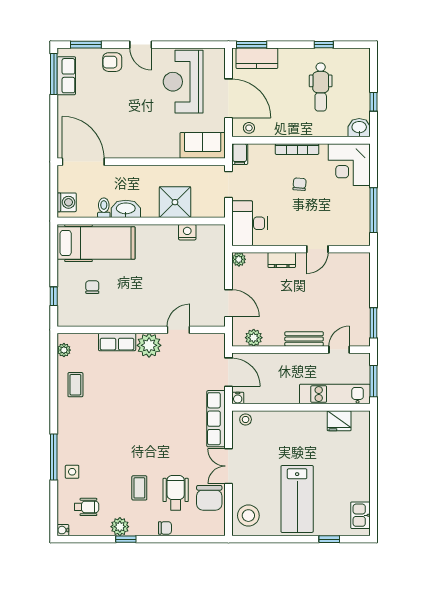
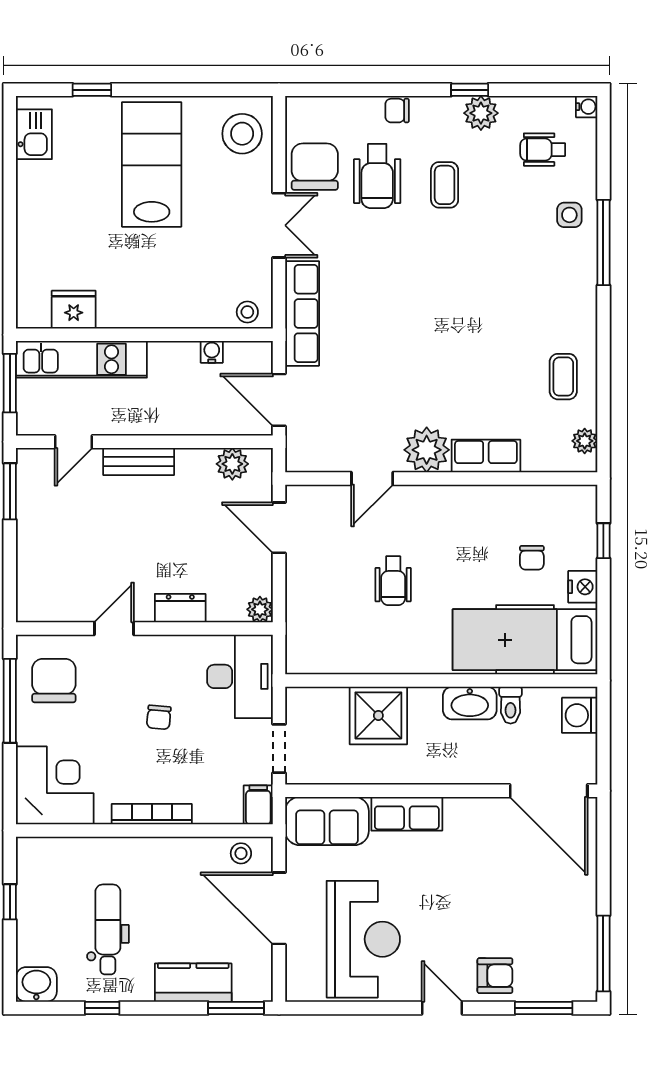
kitchen counter: (257, 58) -> (193, 983), moved
row of seats: (66, 76) -> (407, 814), moved, turned -90
washbasin: (359, 128) -> (36, 984), moved, turned 180
chair: (300, 184) -> (159, 717), moved
chair: (350, 221) -> (54, 681), added
nightstand: (187, 232) -> (583, 587), moved, turned -90
wheelchair: (167, 275) -> (393, 581), added
water cooler: (238, 398) -> (212, 352), moved

